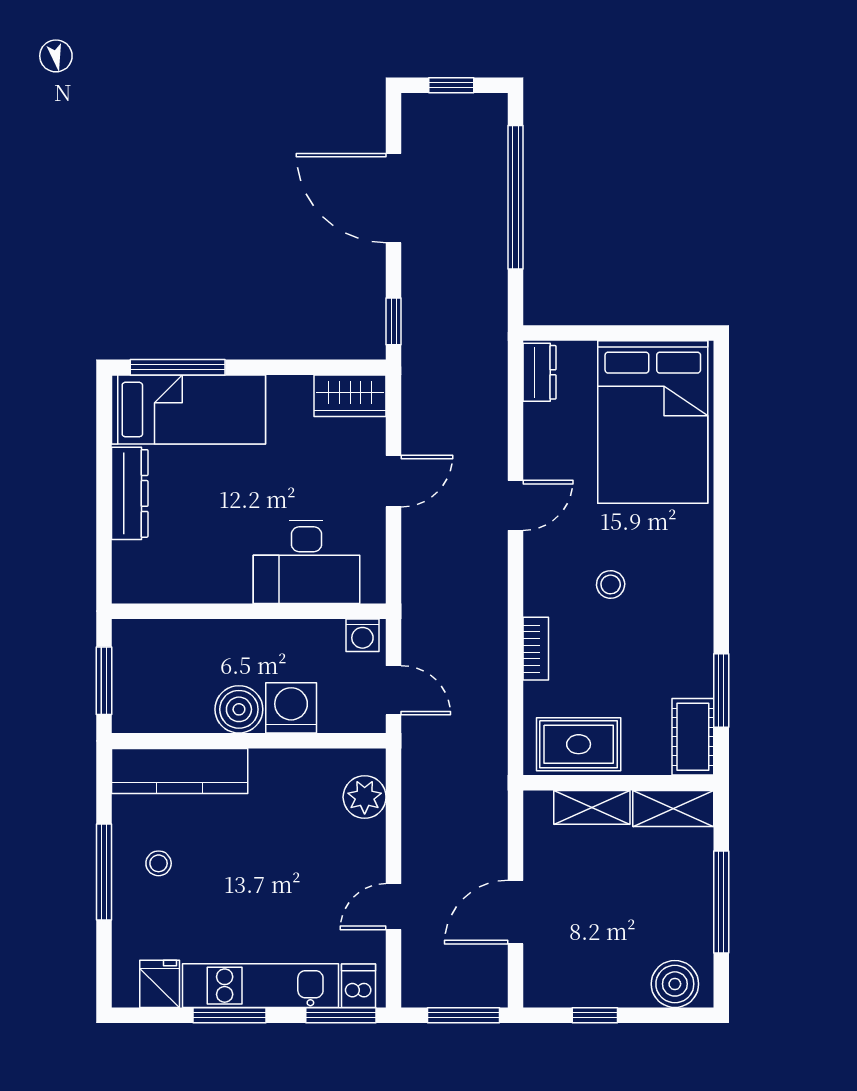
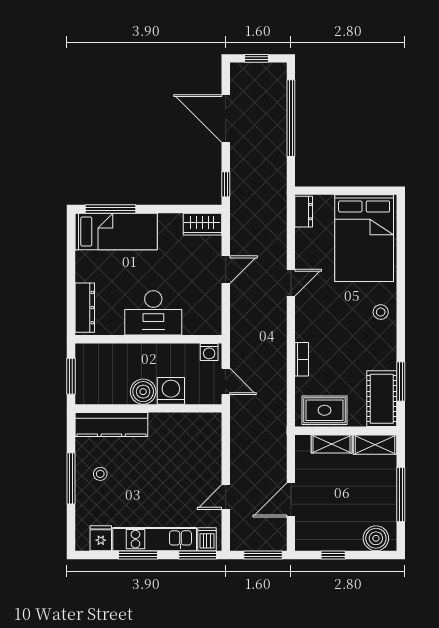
dresser: (130, 493) -> (85, 308), moved
desk: (306, 562) -> (153, 313), moved
stool: (611, 584) -> (381, 312), moved
cot: (693, 737) -> (382, 399), width x1.37, depth x1.34
plant: (365, 797) -> (210, 438), removed

